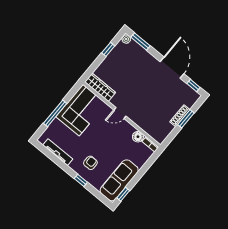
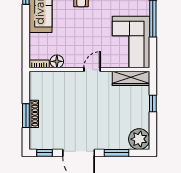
plant: (126, 39) -> (139, 139), width x1.87, depth x1.87
window: (140, 41) -> (116, 153), moved
window: (108, 49) -> (153, 104), moved

